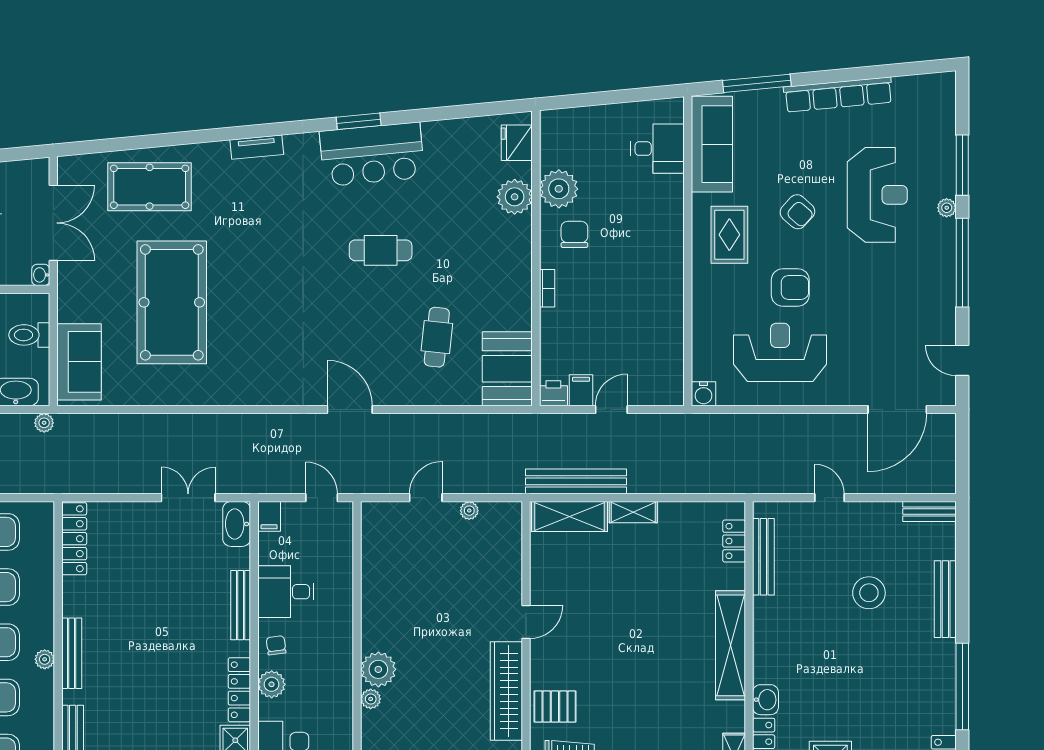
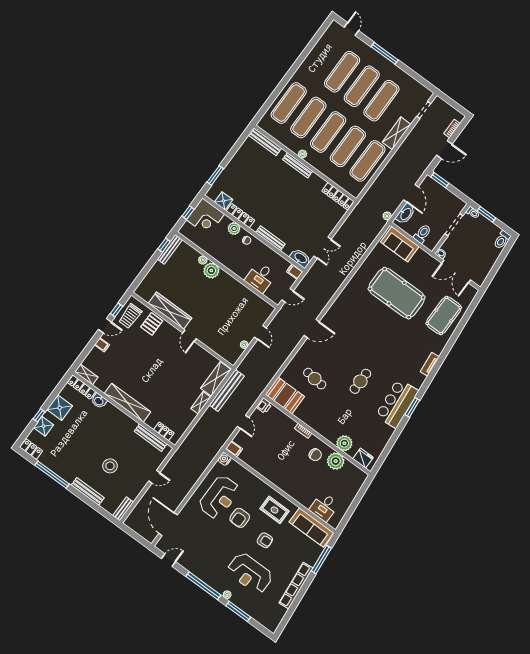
armchair: (797, 212) -> (265, 540), turned -136
filing cabinet: (581, 390) -> (234, 449), moved
desk: (286, 592) -> (260, 277), moved, turned 180

